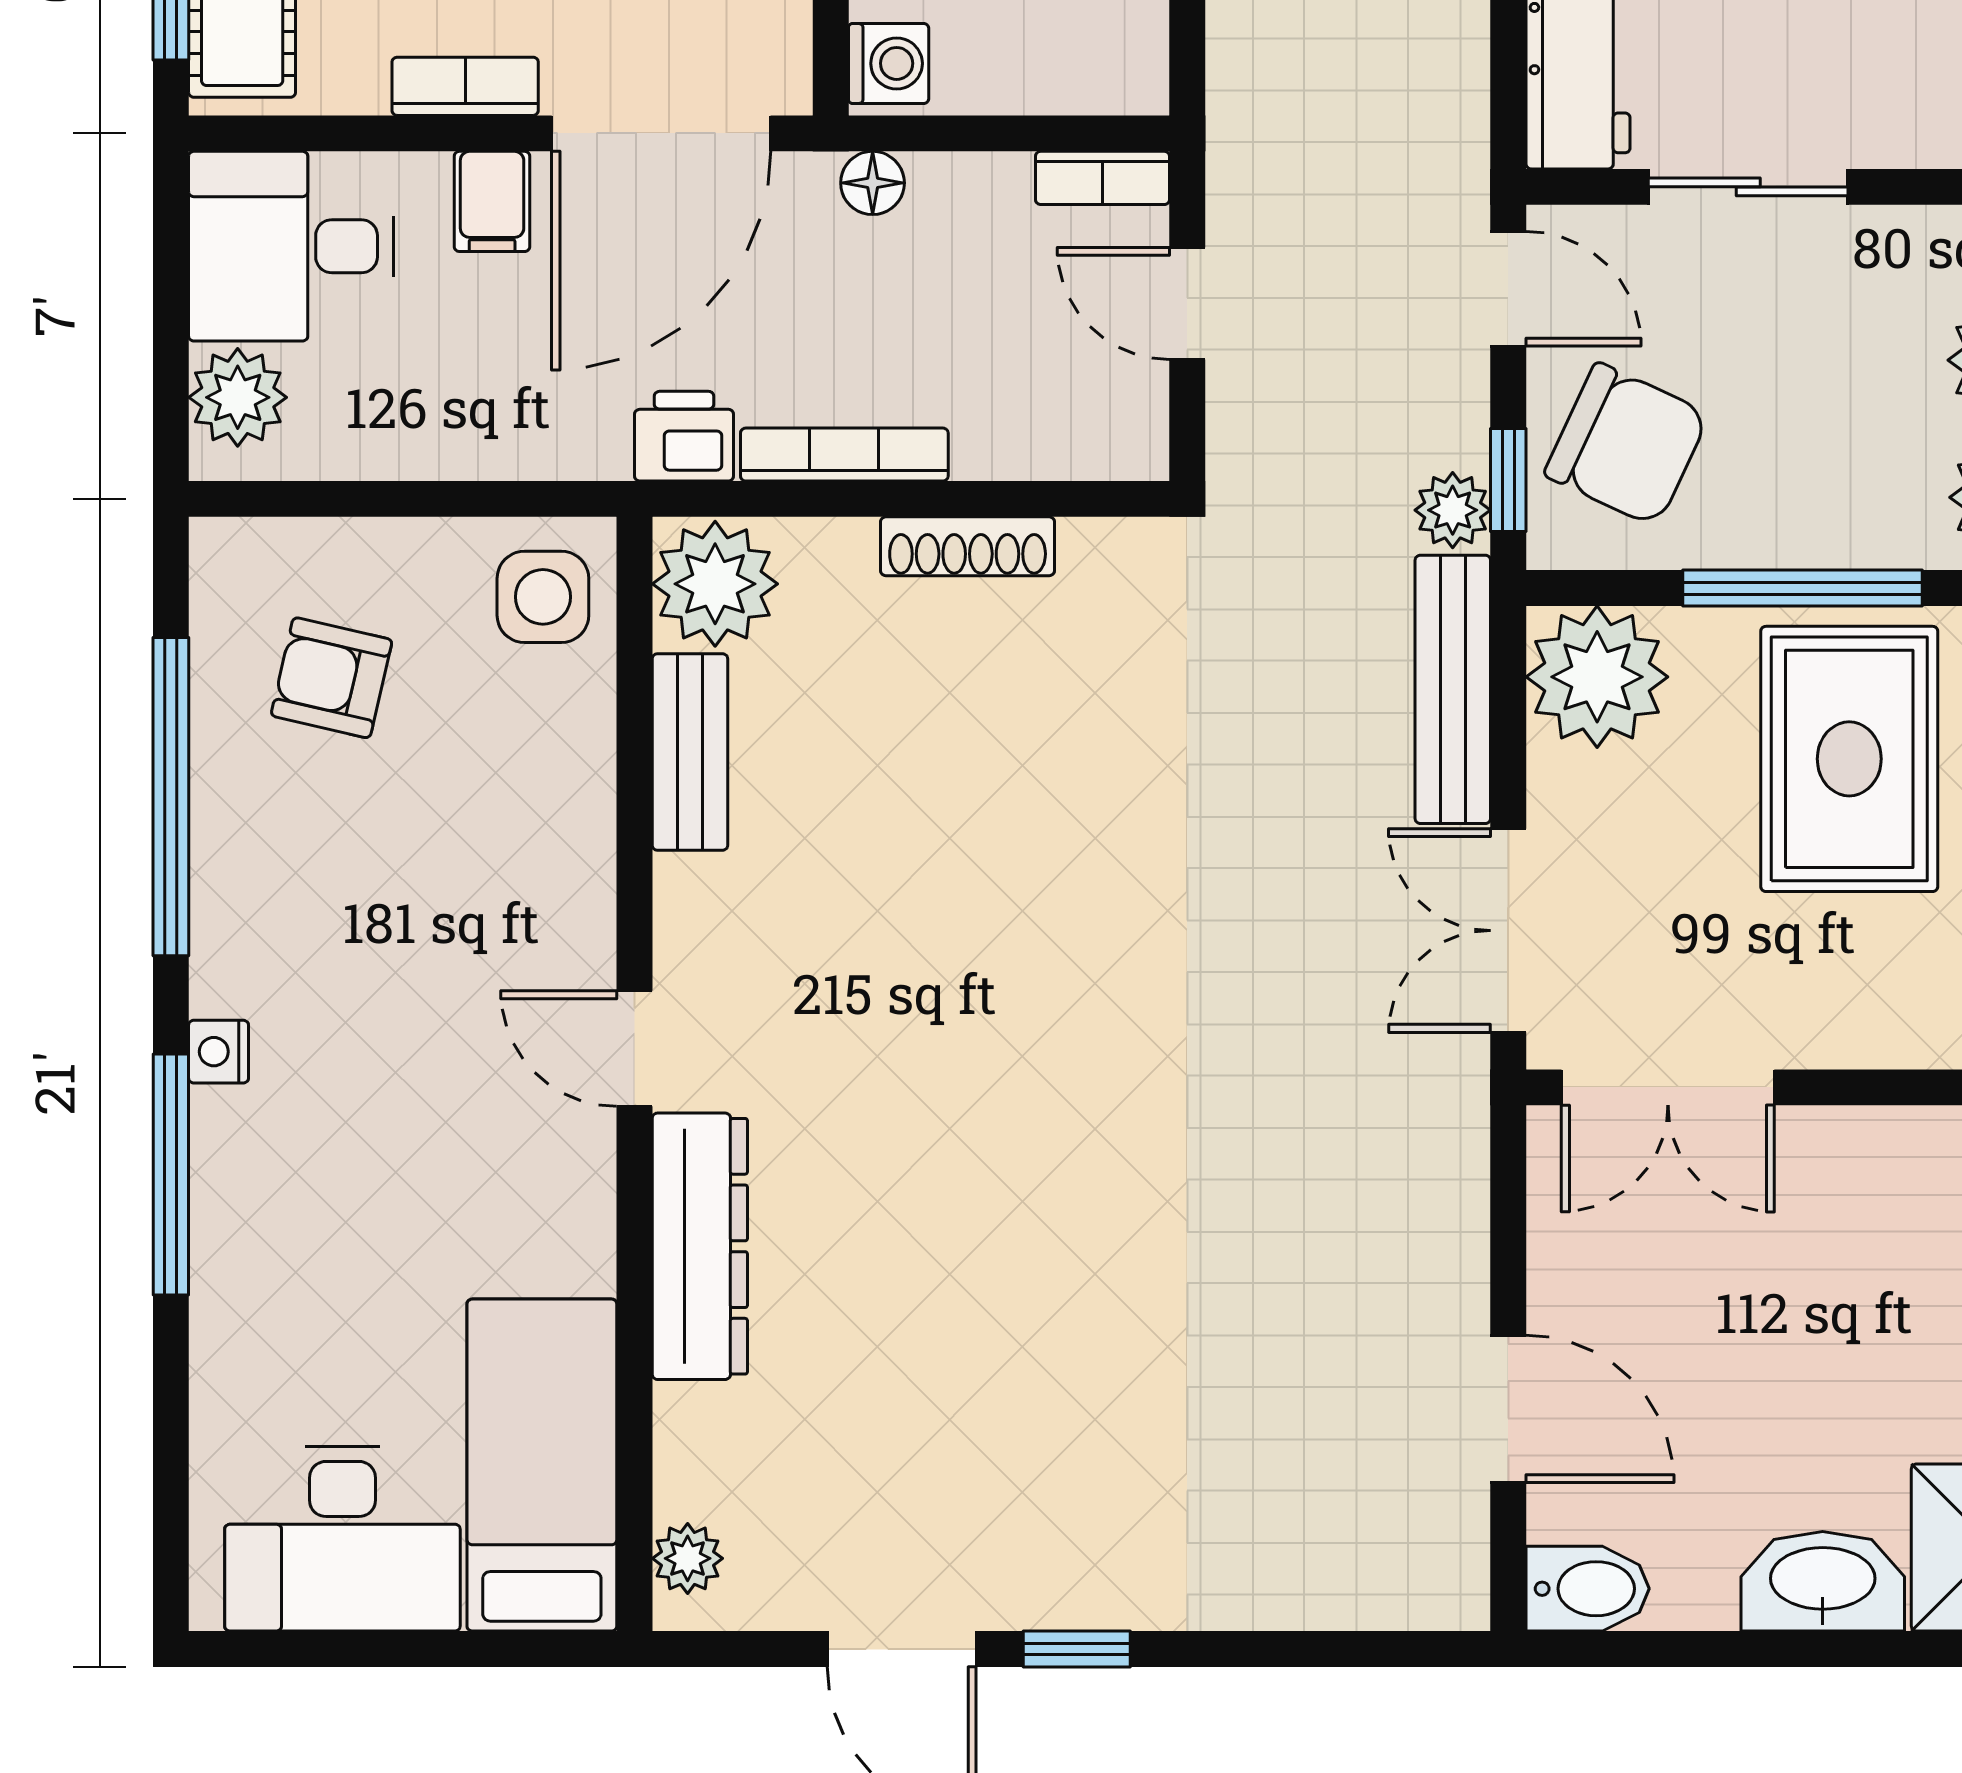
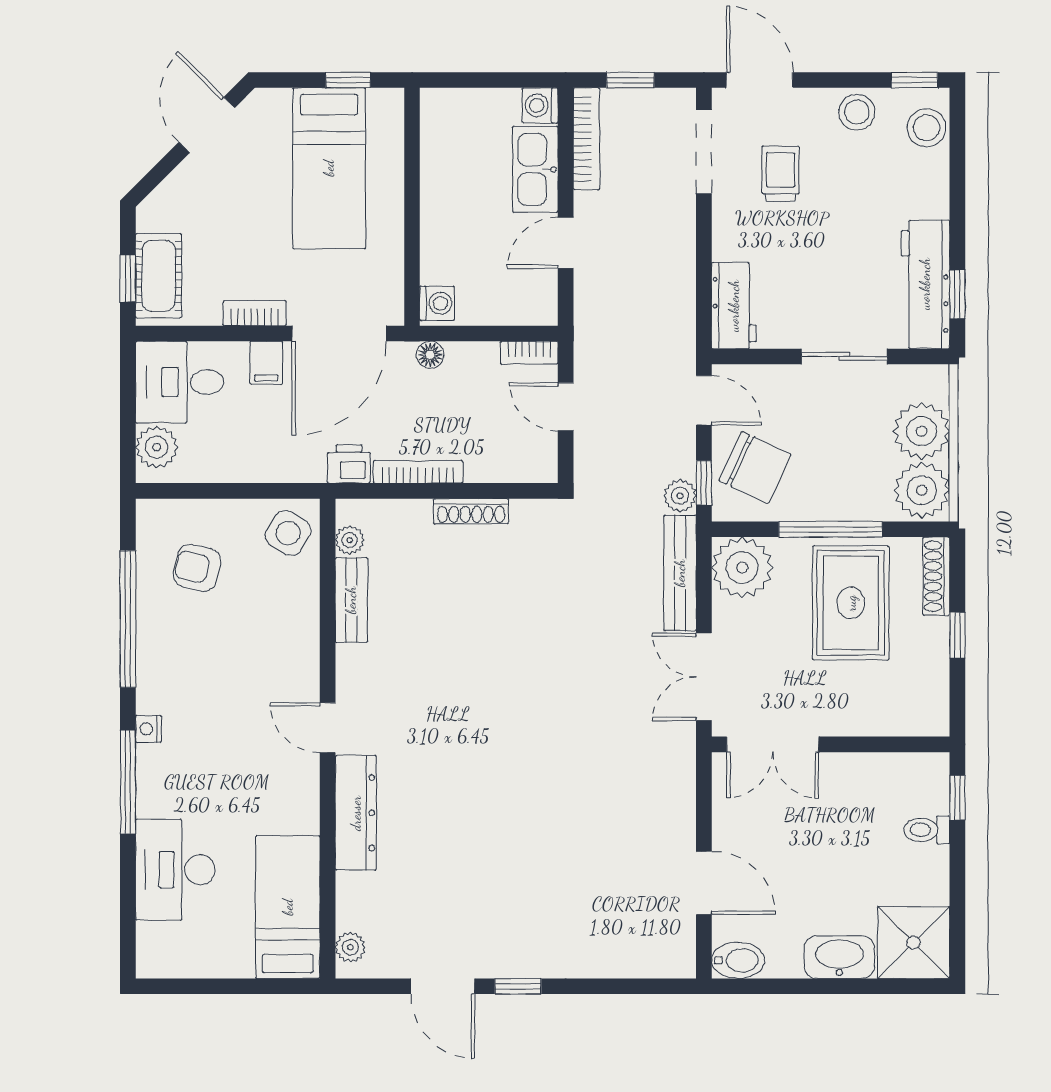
sliding door: (1748, 187) -> (844, 357), moved
plant: (715, 584) -> (350, 540), width x0.53, depth x0.53
side table: (543, 597) -> (288, 533), turned 32
desk: (342, 1539) -> (175, 870), moved, turned 90

